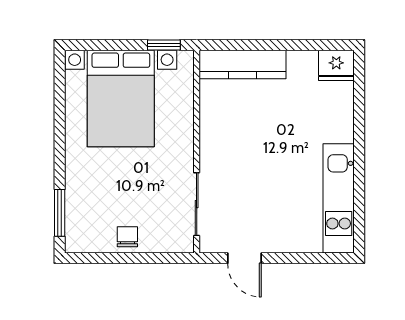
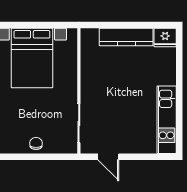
window: (164, 45) -> (59, 25), removed
kitchen counter: (242, 64) -> (126, 37), moved

